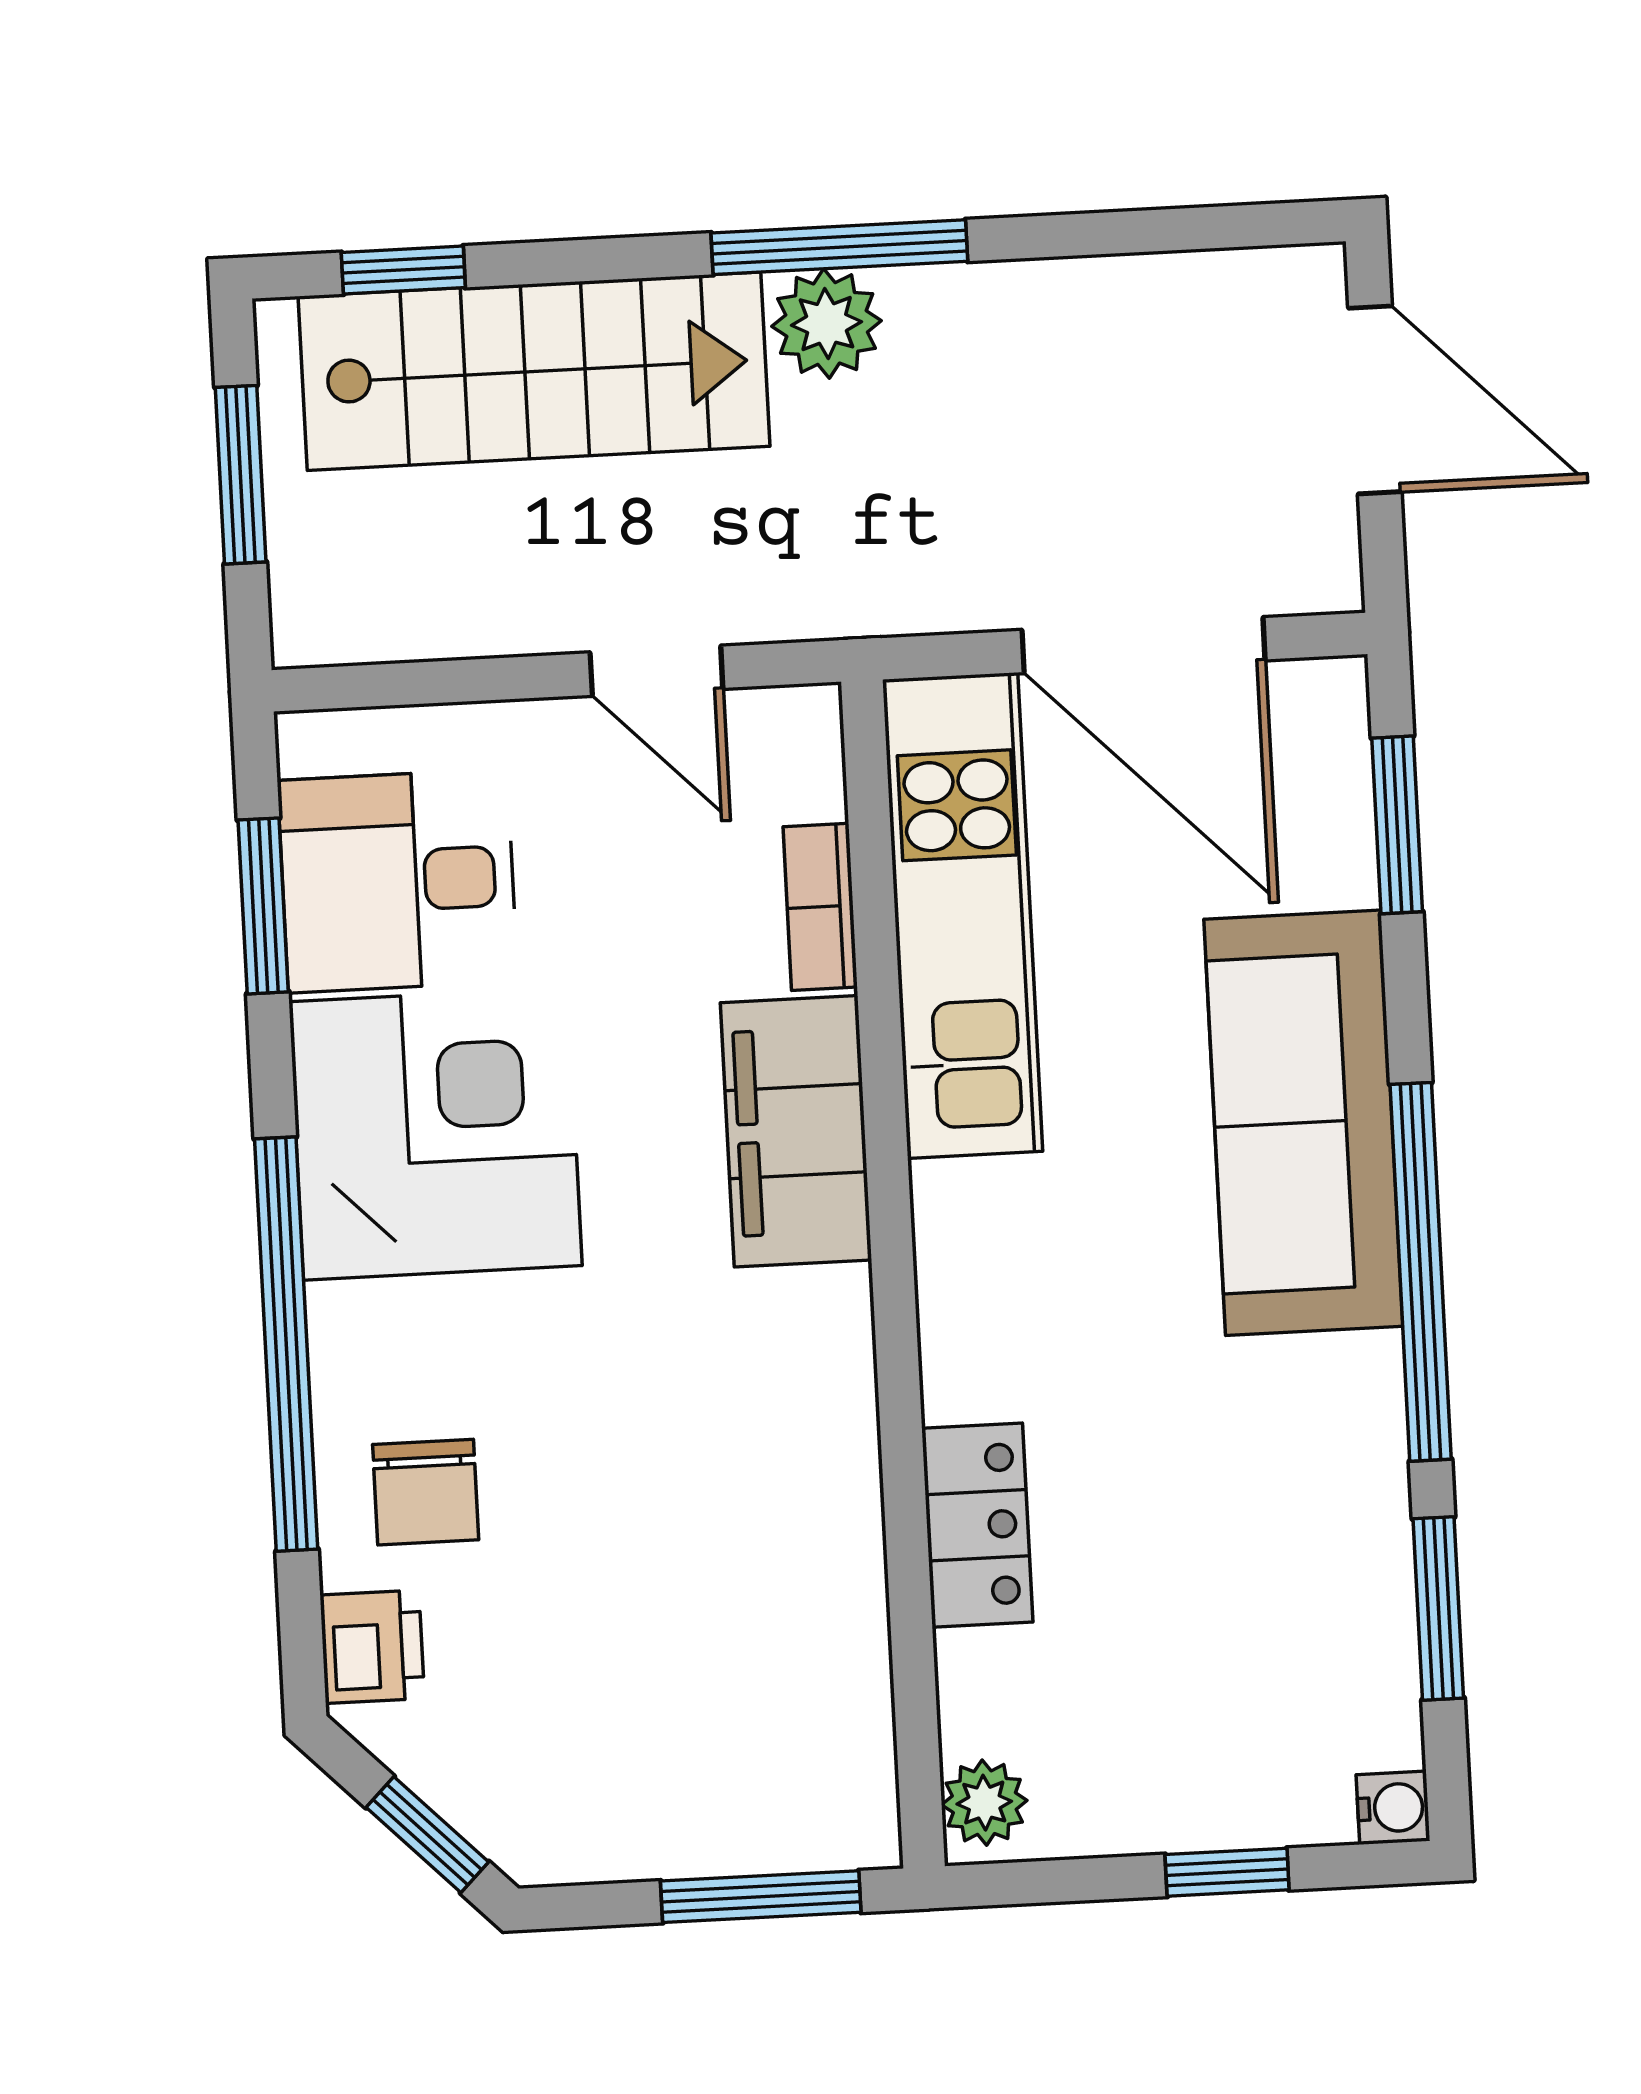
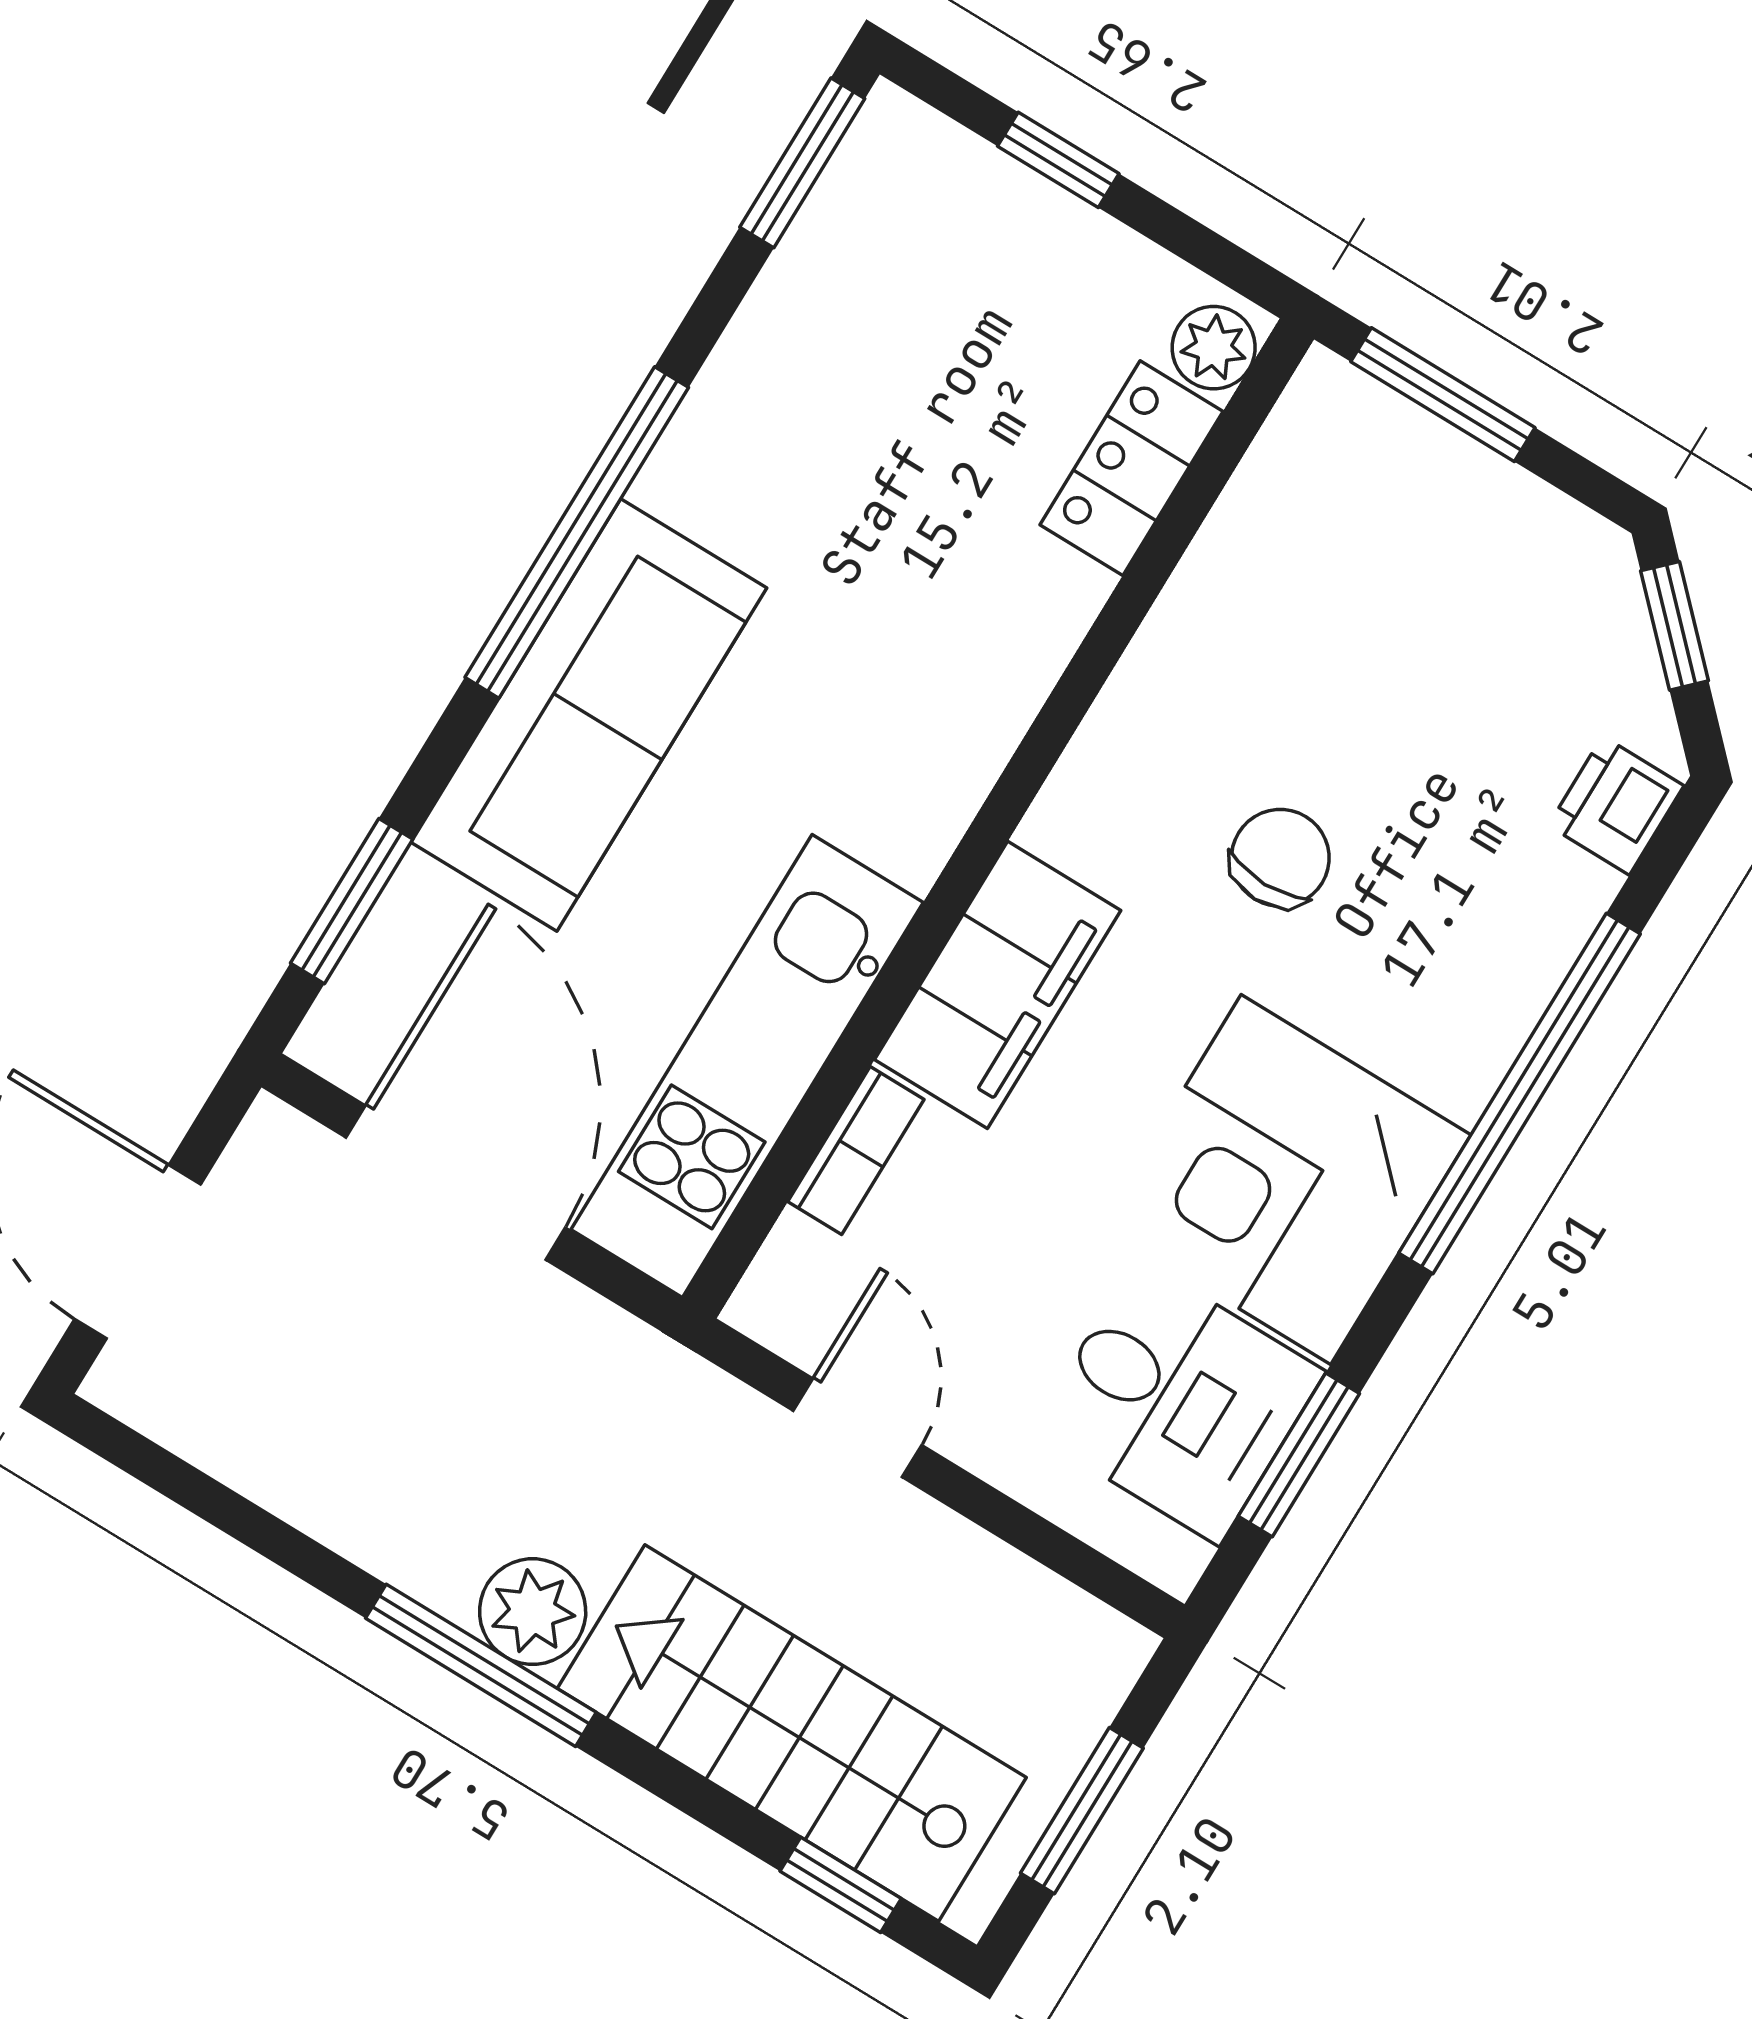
chair: (426, 1492) -> (1280, 858), moved
locker: (977, 1525) -> (1132, 468), moved
window: (1438, 1608) -> (802, 163), moved
water cooler: (1393, 1808) -> (891, 121), removed

